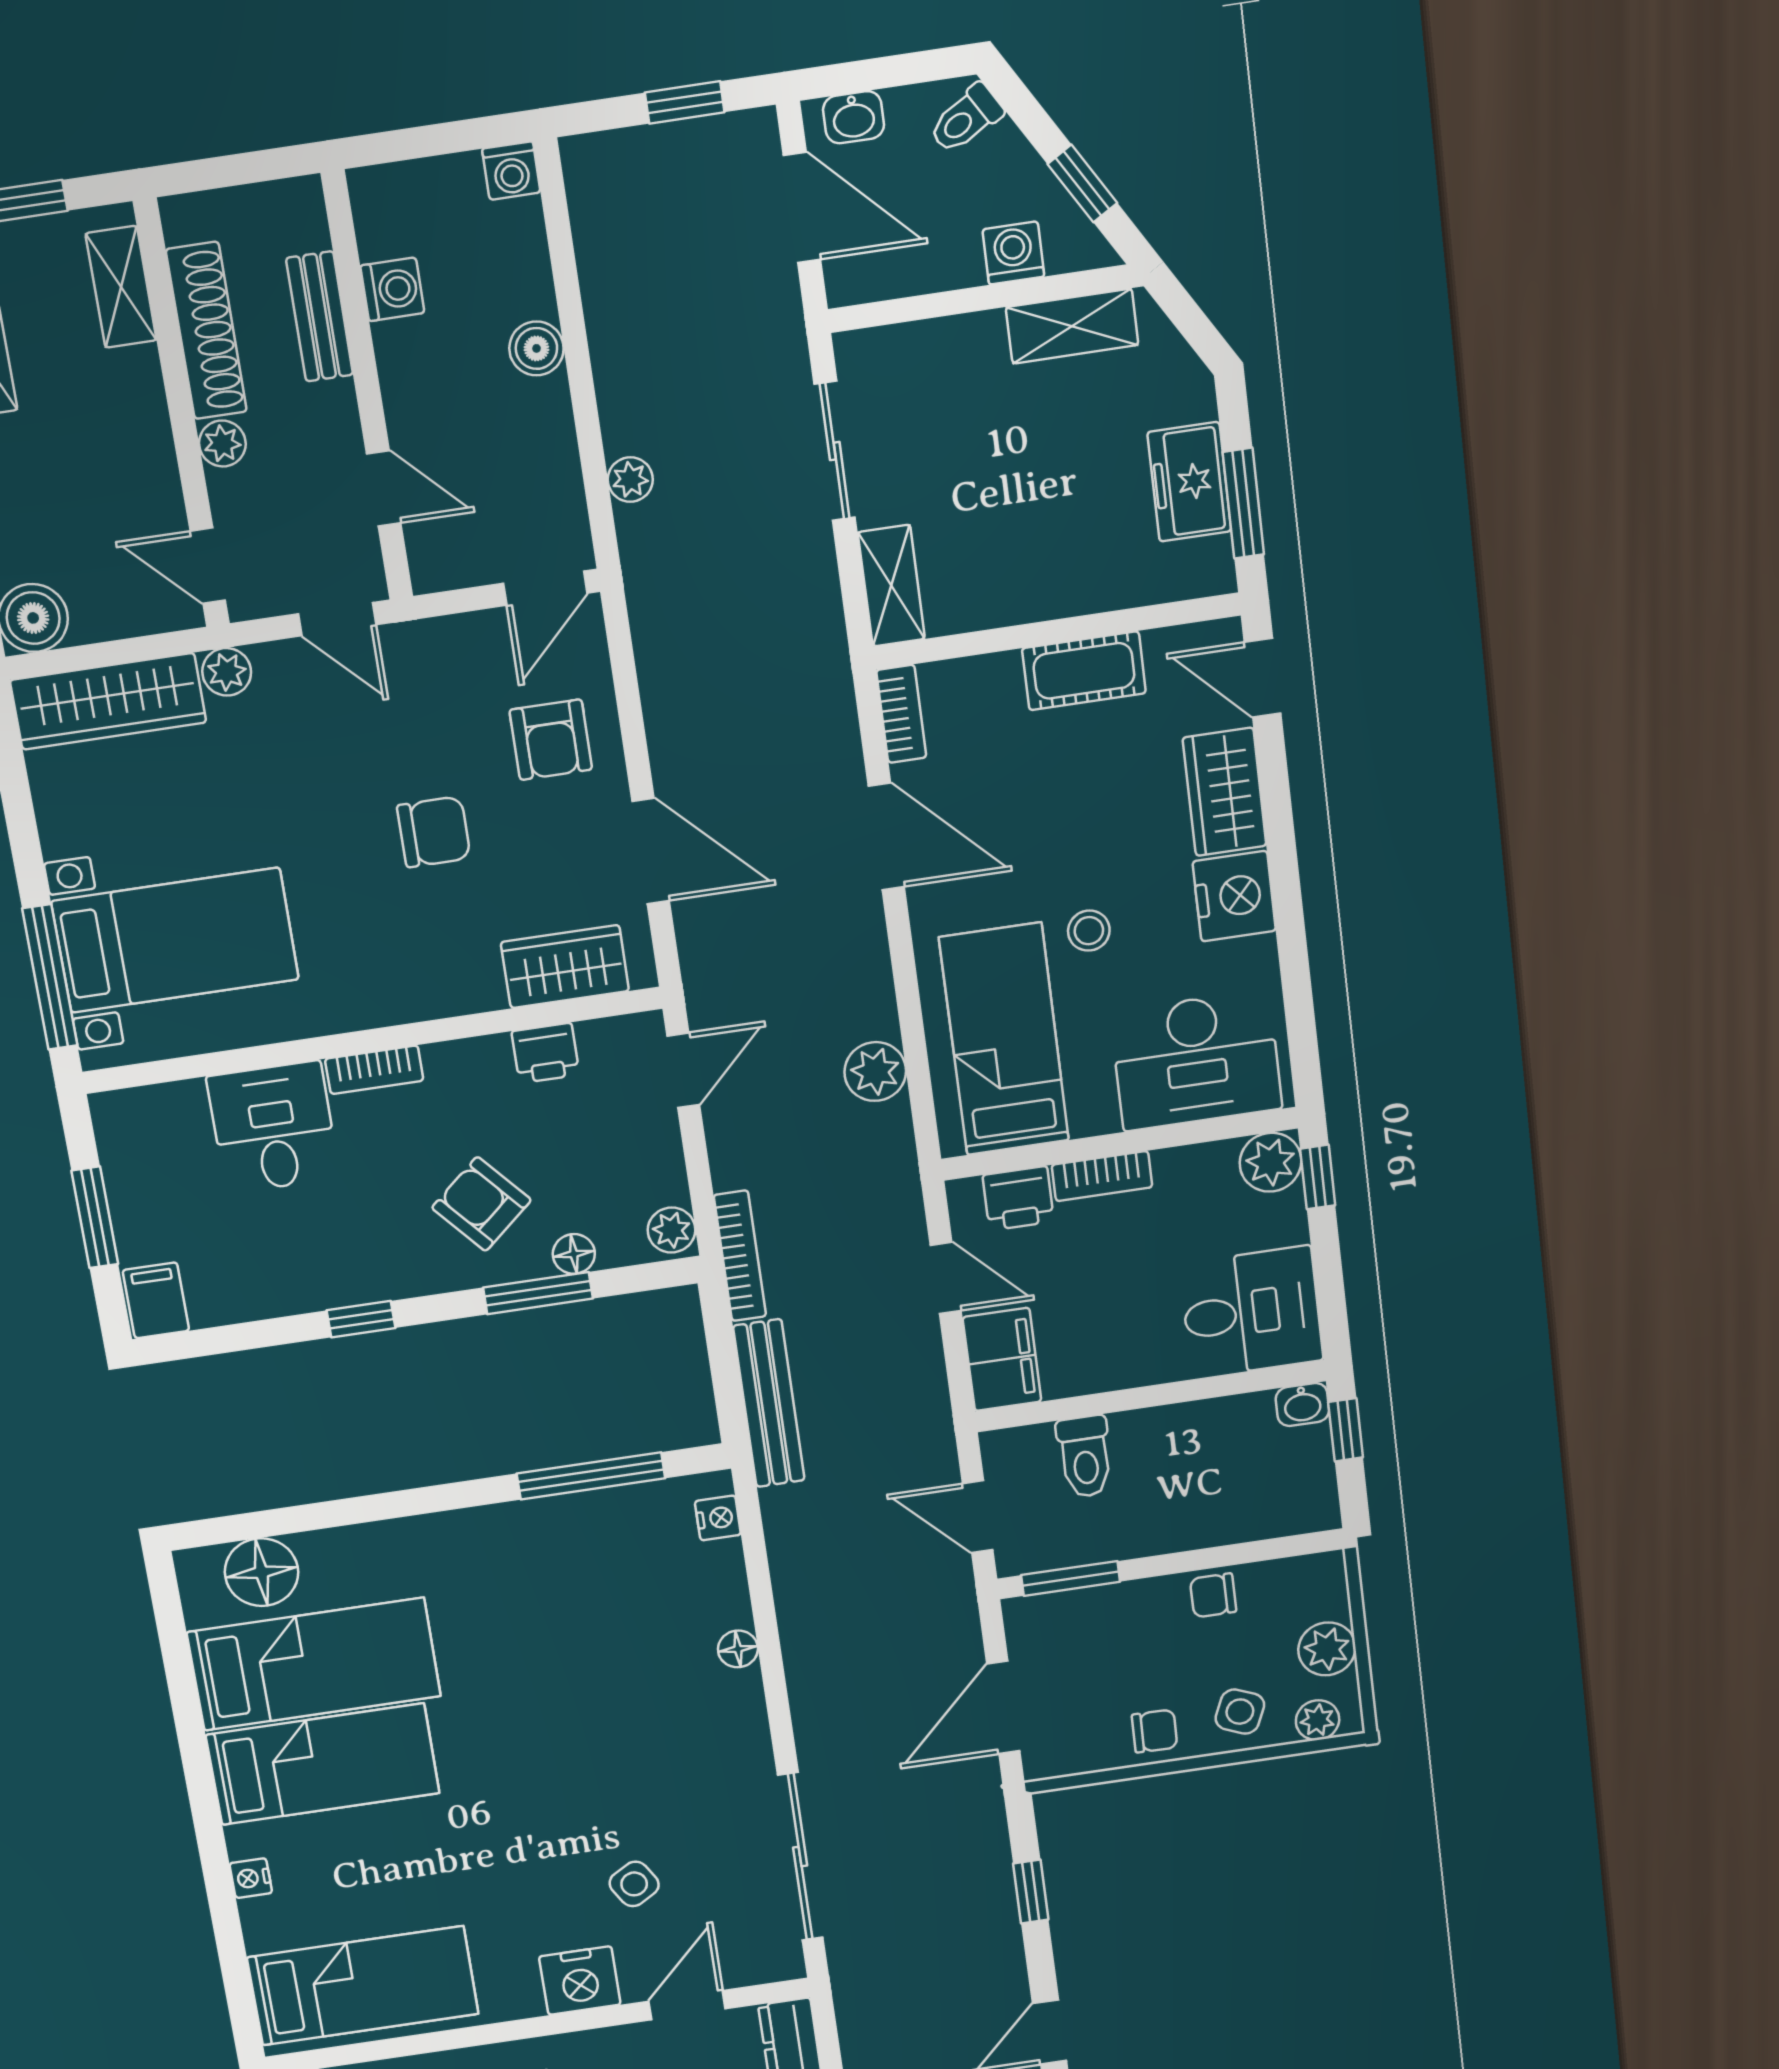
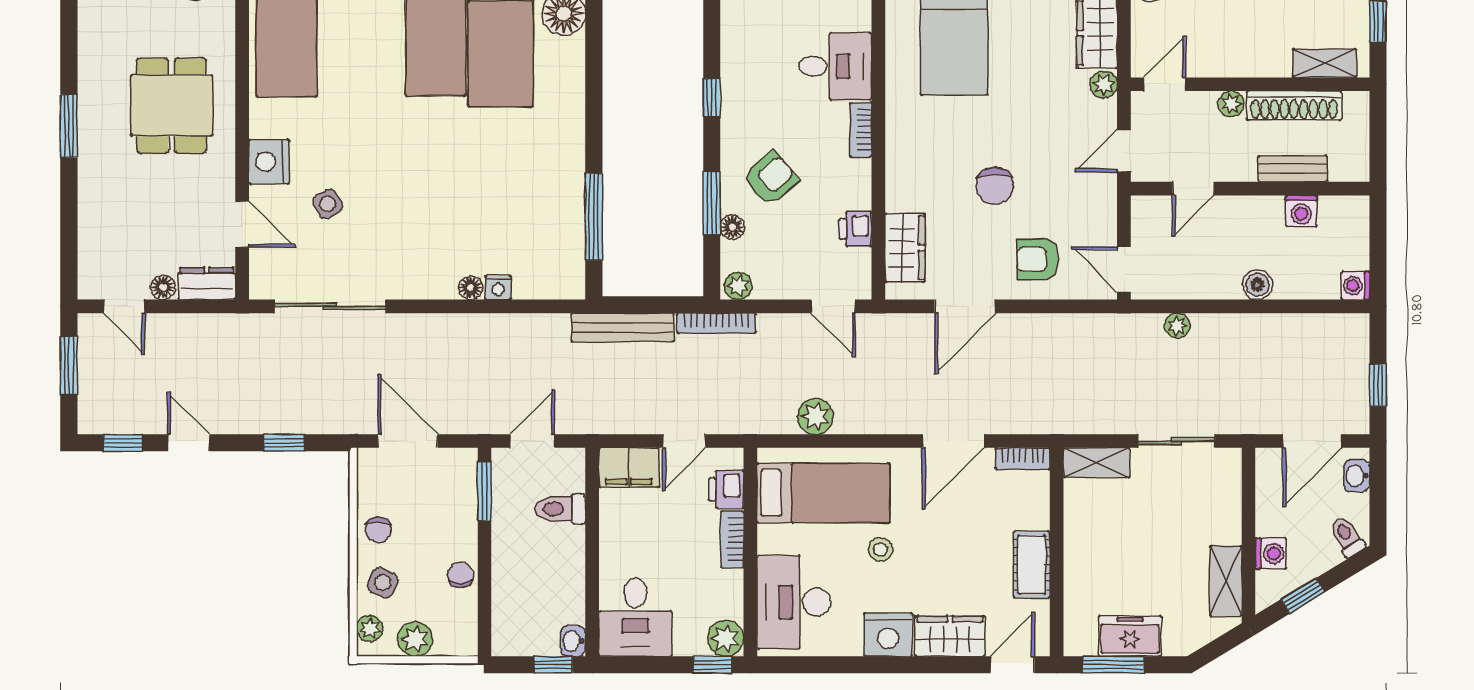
nightstand: (718, 1518) -> (498, 288), moved

